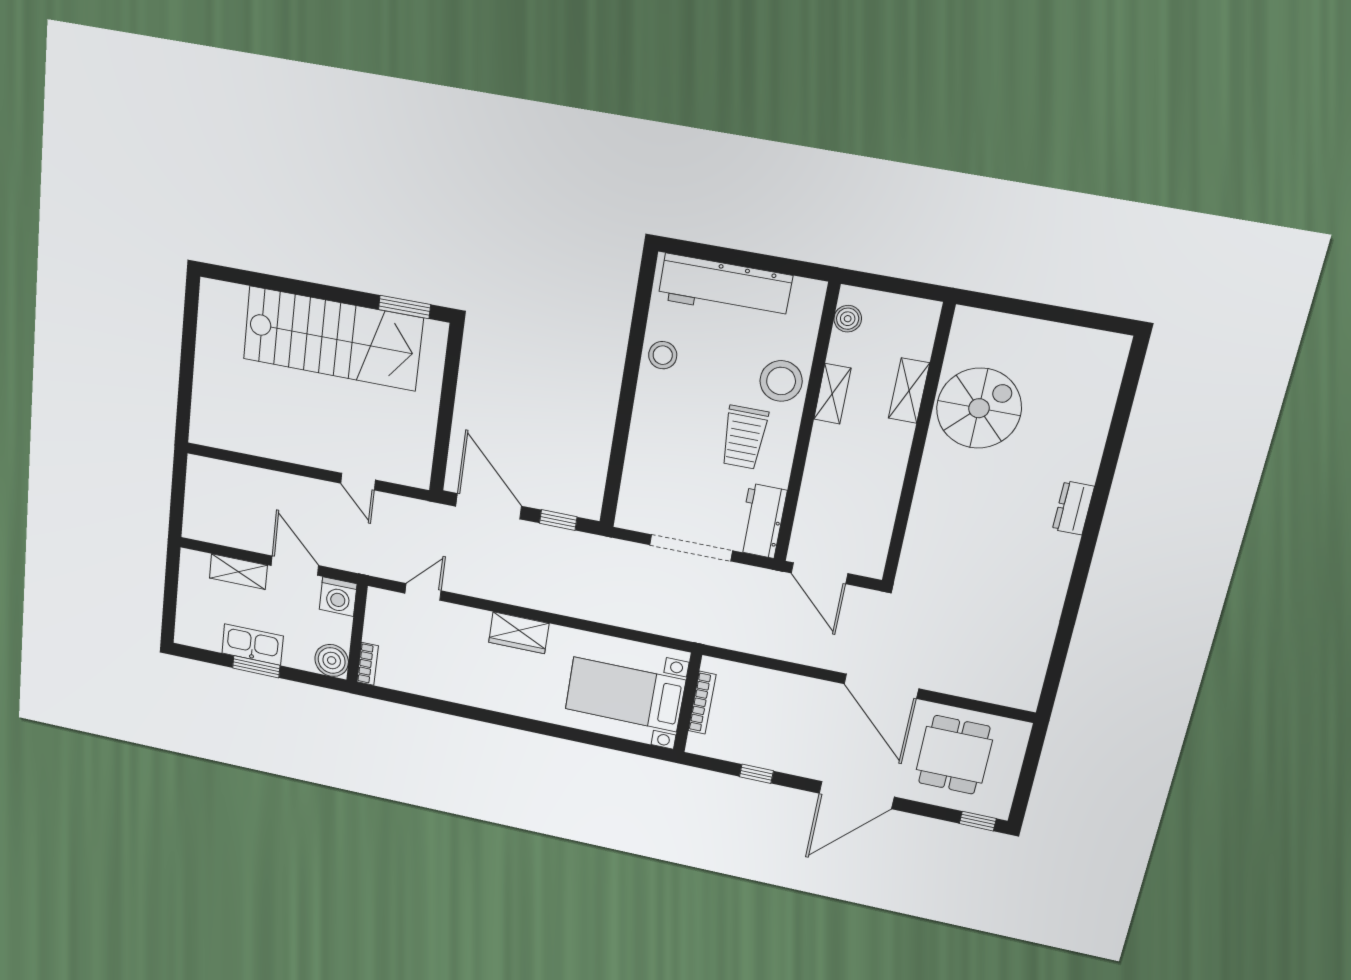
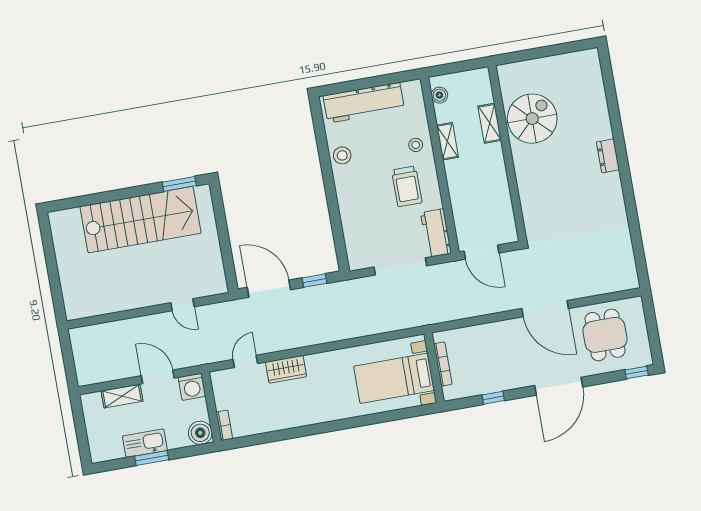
stool: (781, 381) -> (416, 145), width x0.53, depth x0.53
wardrobe: (519, 633) -> (286, 369), moved

